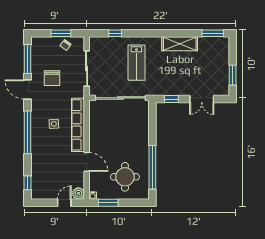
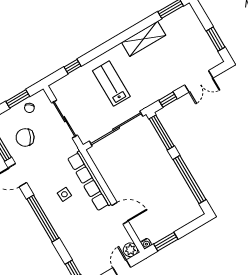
lab bench: (136, 63) -> (111, 84), turned 180
chair: (52, 78) -> (25, 137), moved, turned 116
window: (152, 121) -> (162, 132), added
round table: (125, 177) -> (168, 205), removed

